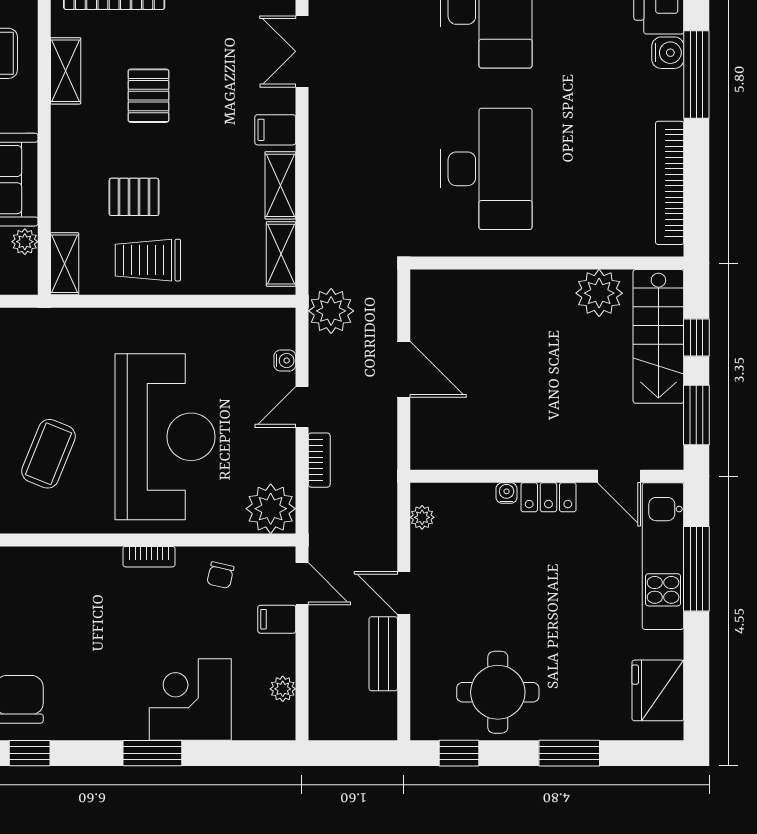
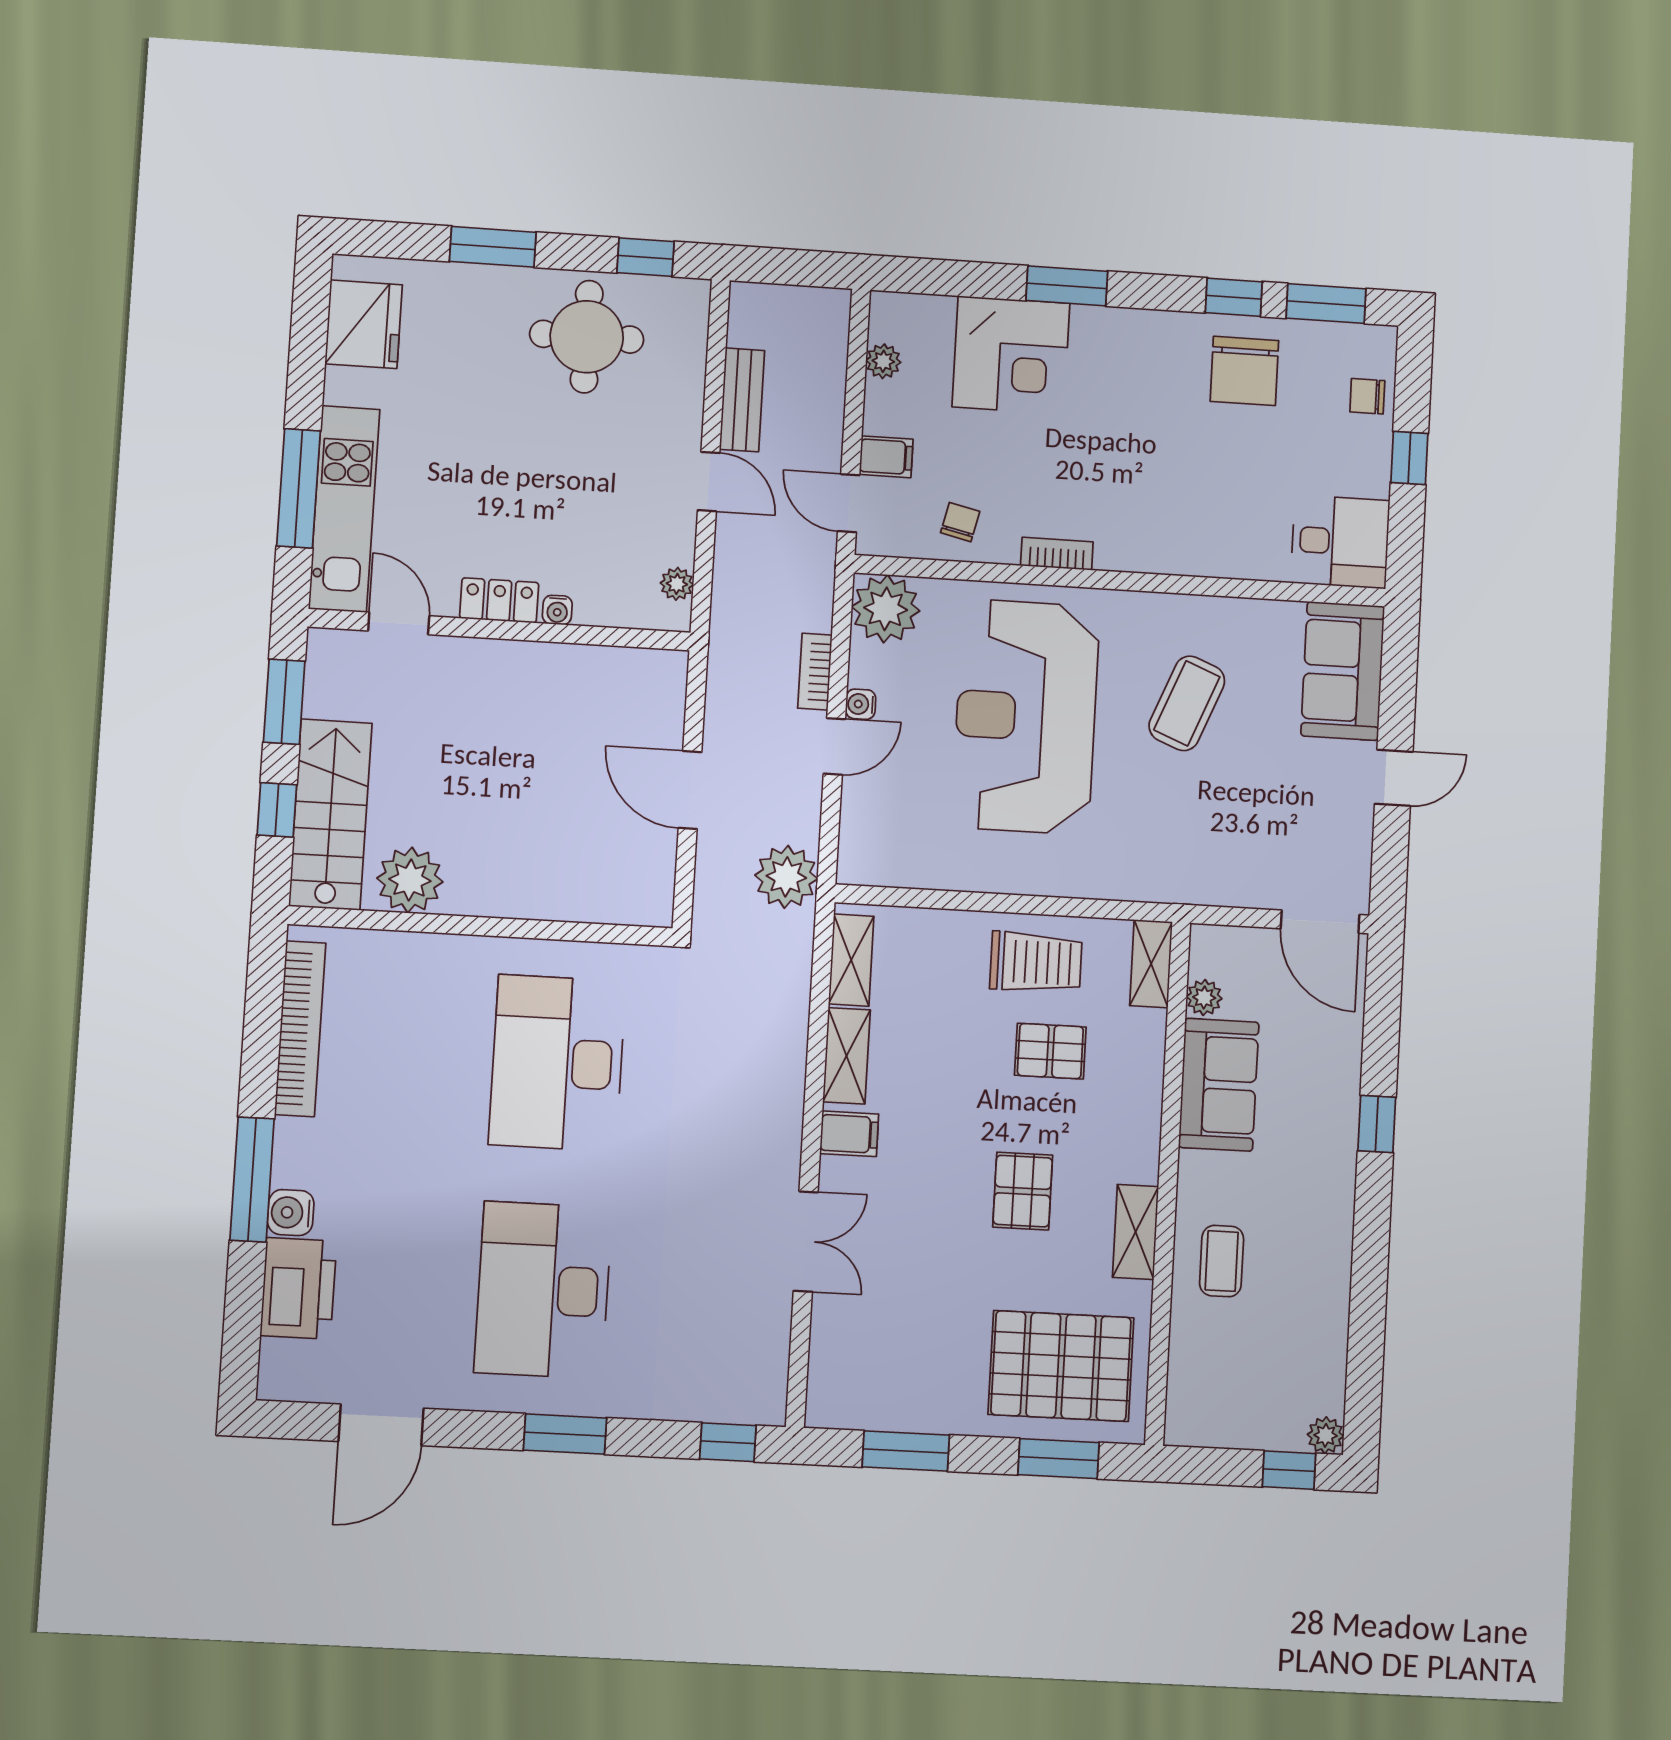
water cooler: (285, 361) -> (861, 704), moved

